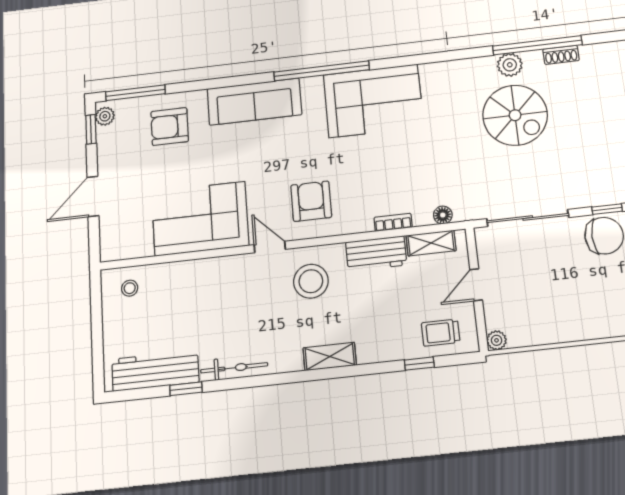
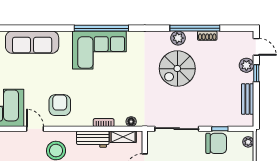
window: (322, 71) -> (101, 28), moved
spiral stairs: (515, 115) -> (177, 69), turned 90

